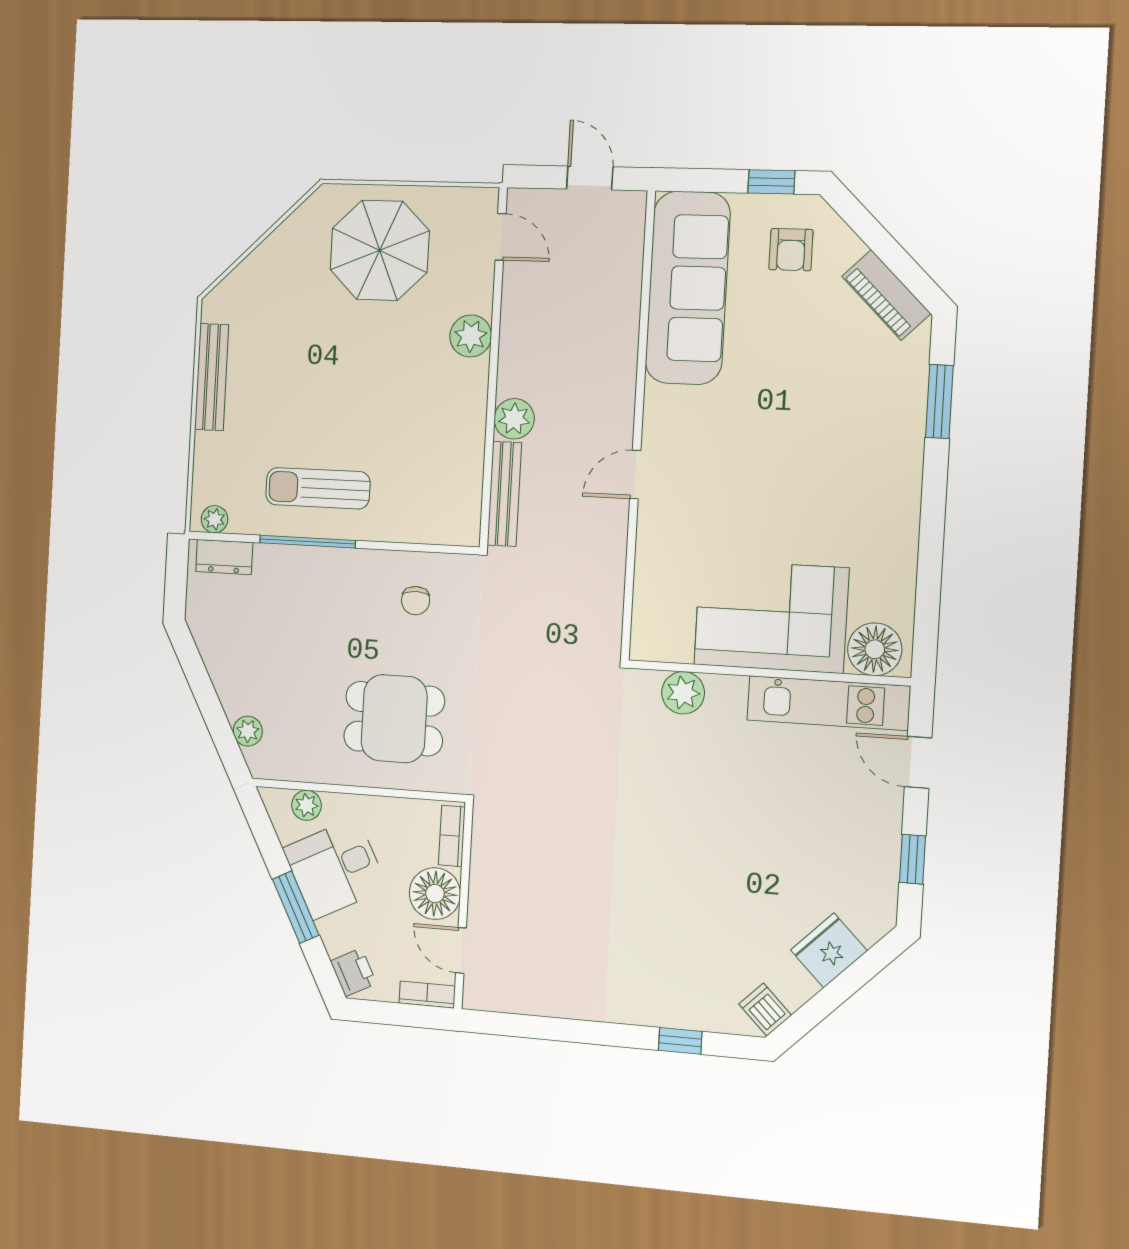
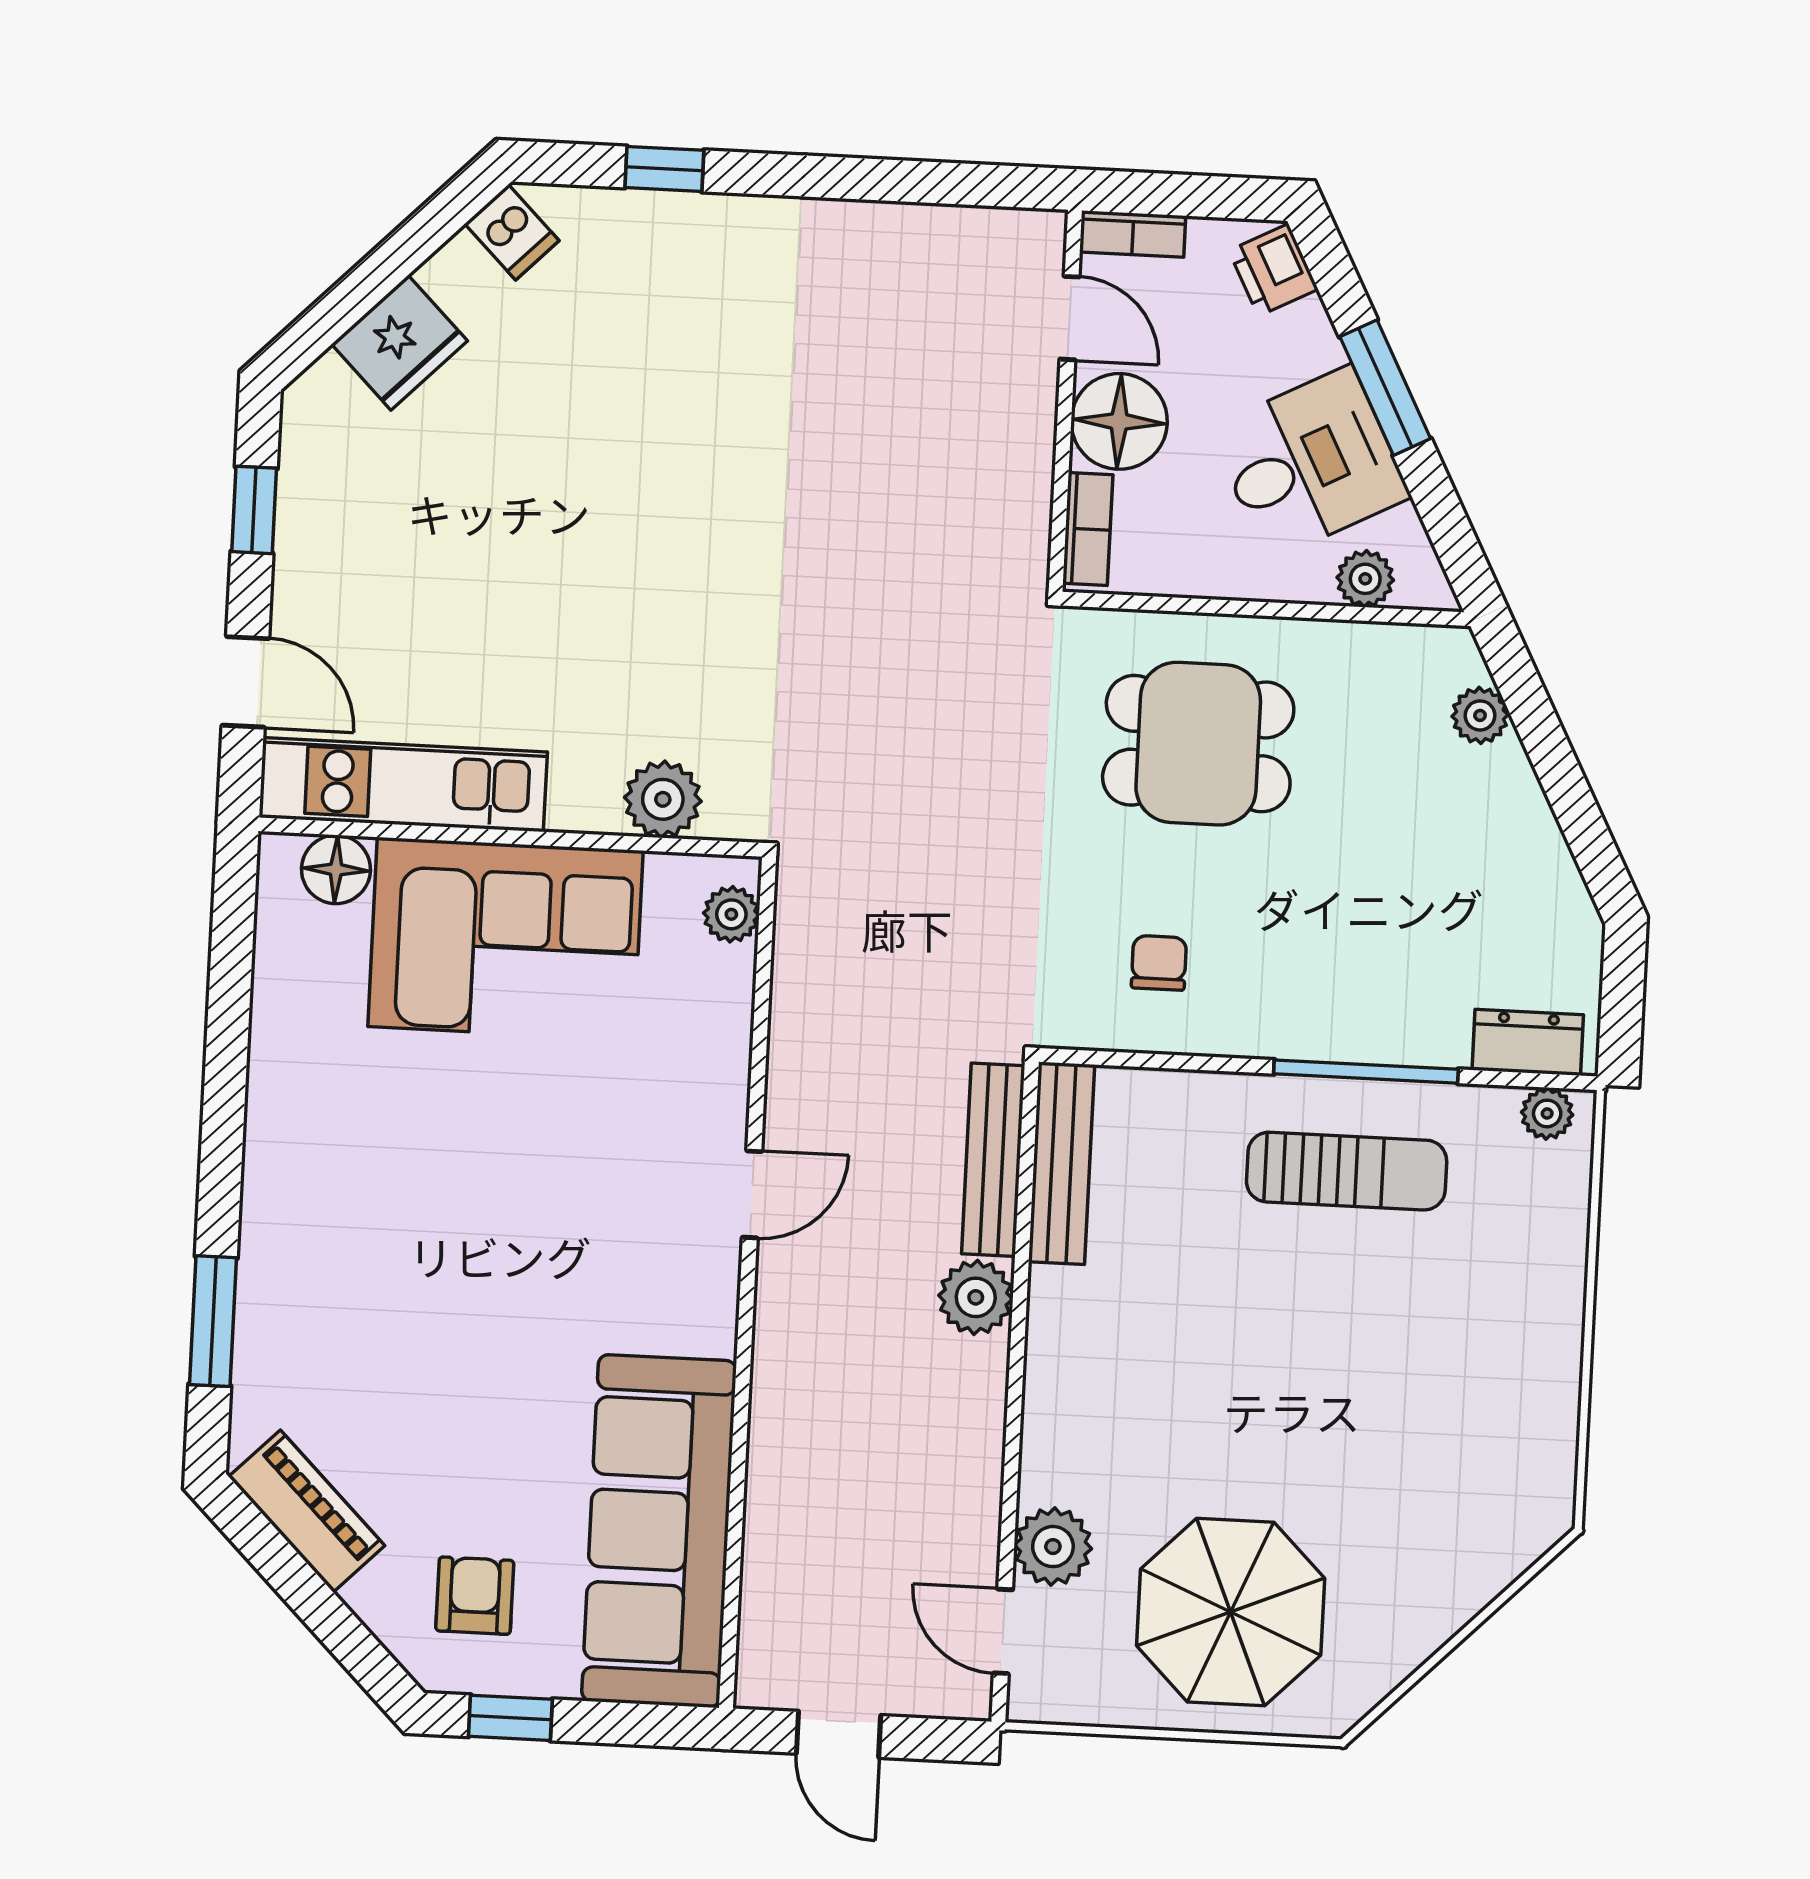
plant: (471, 336) -> (1053, 1547), moved
bench: (212, 377) -> (1062, 1163), moved
plant: (646, 629) -> (731, 914), added
floor lamp: (875, 649) -> (336, 869), width x0.73, depth x0.73

